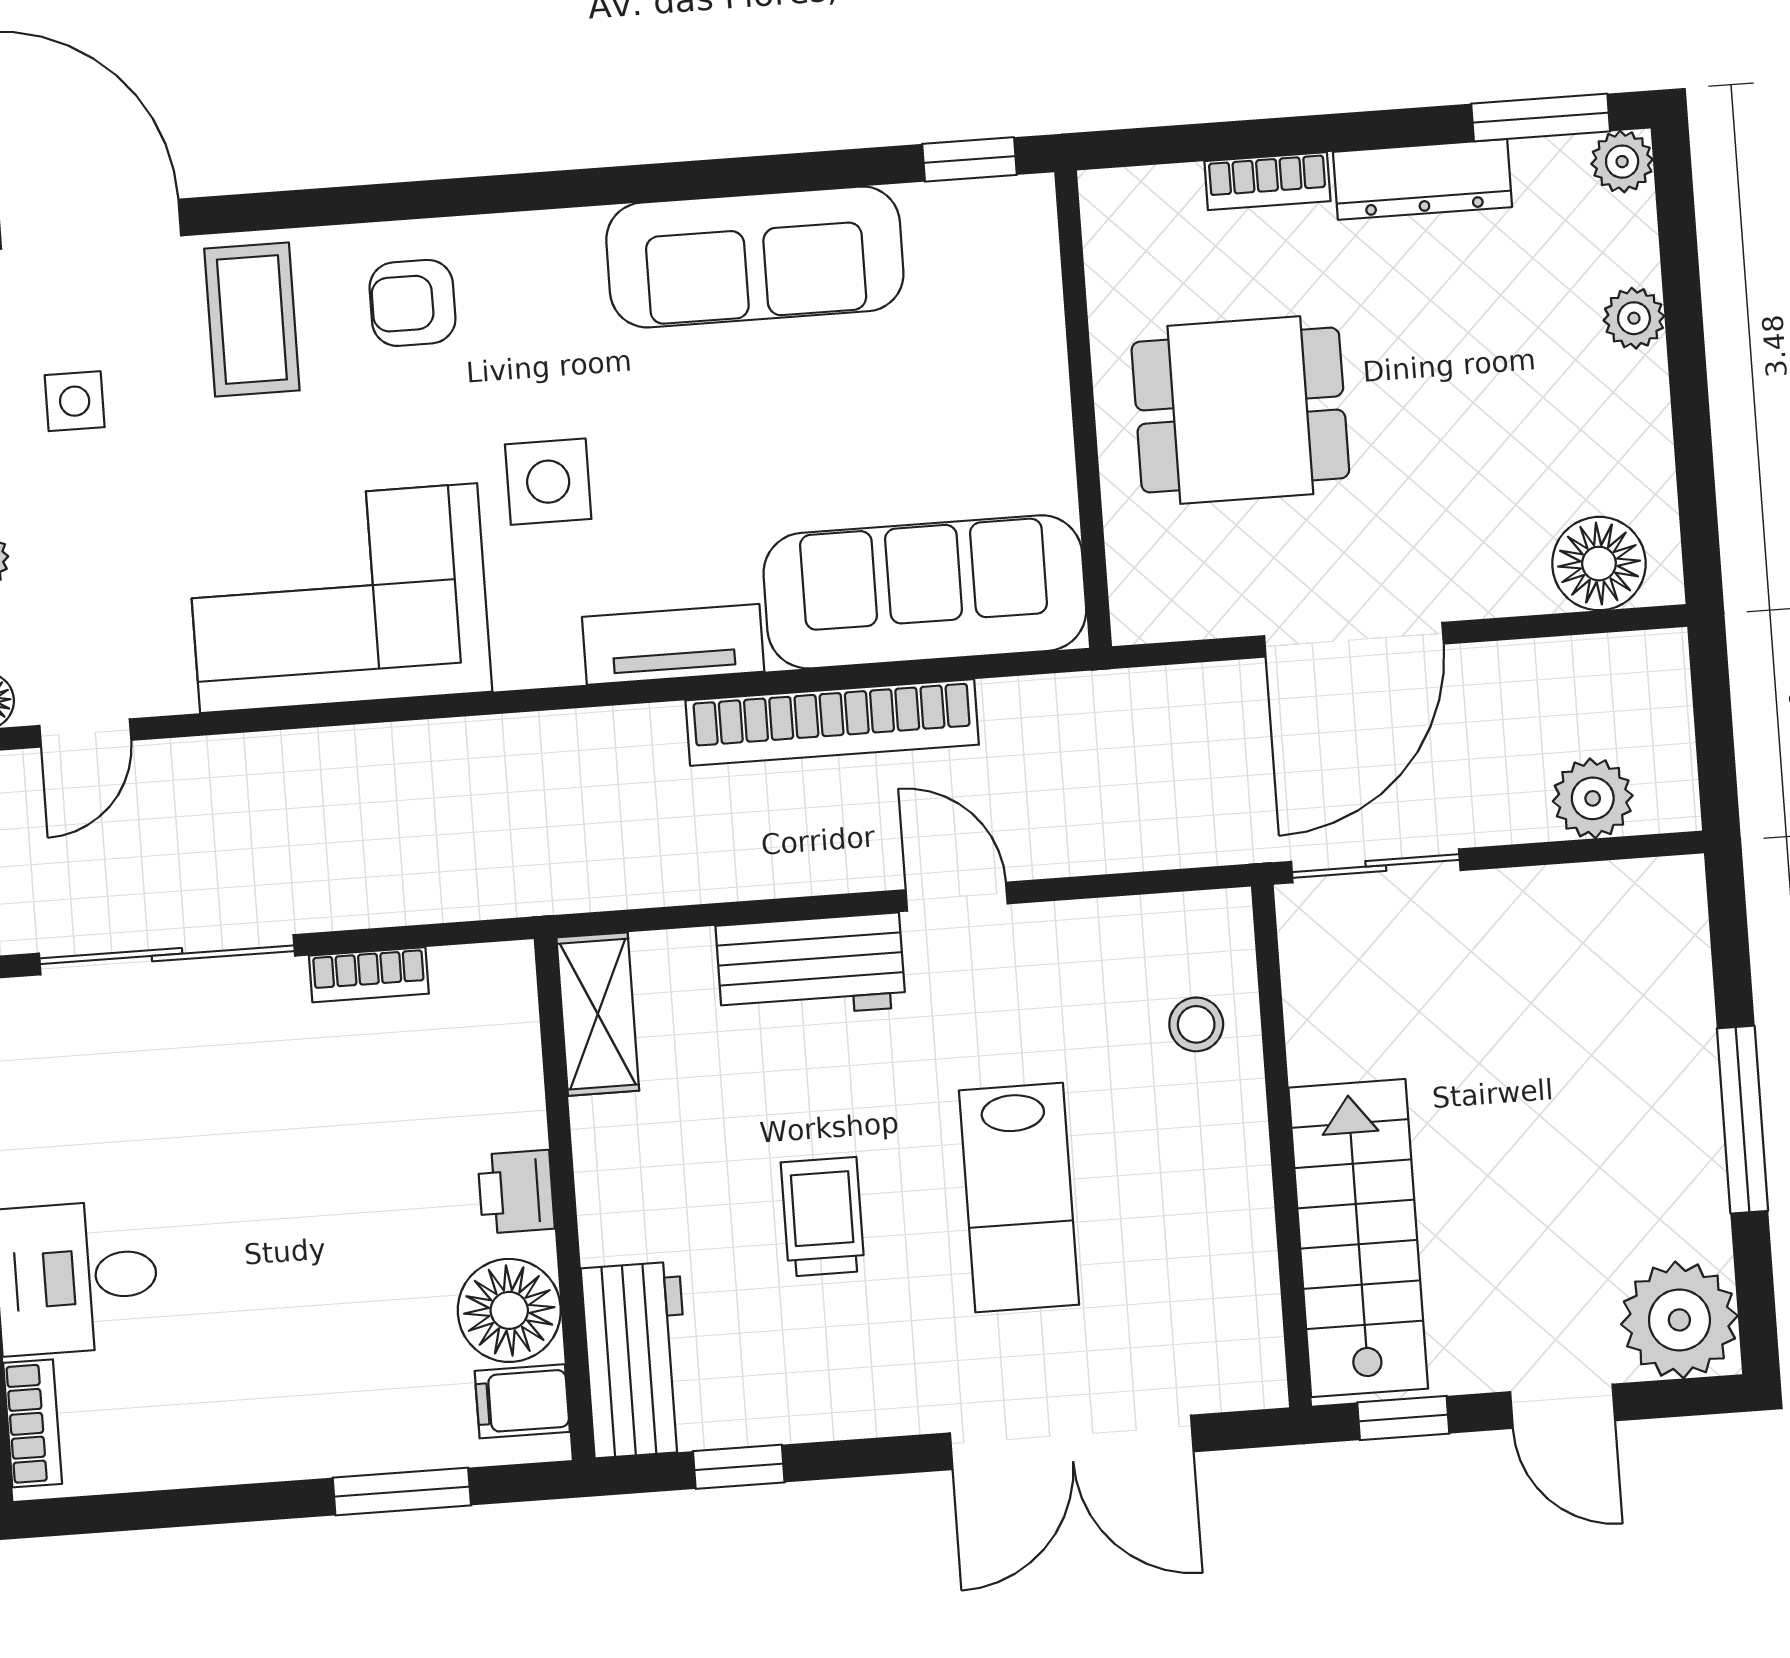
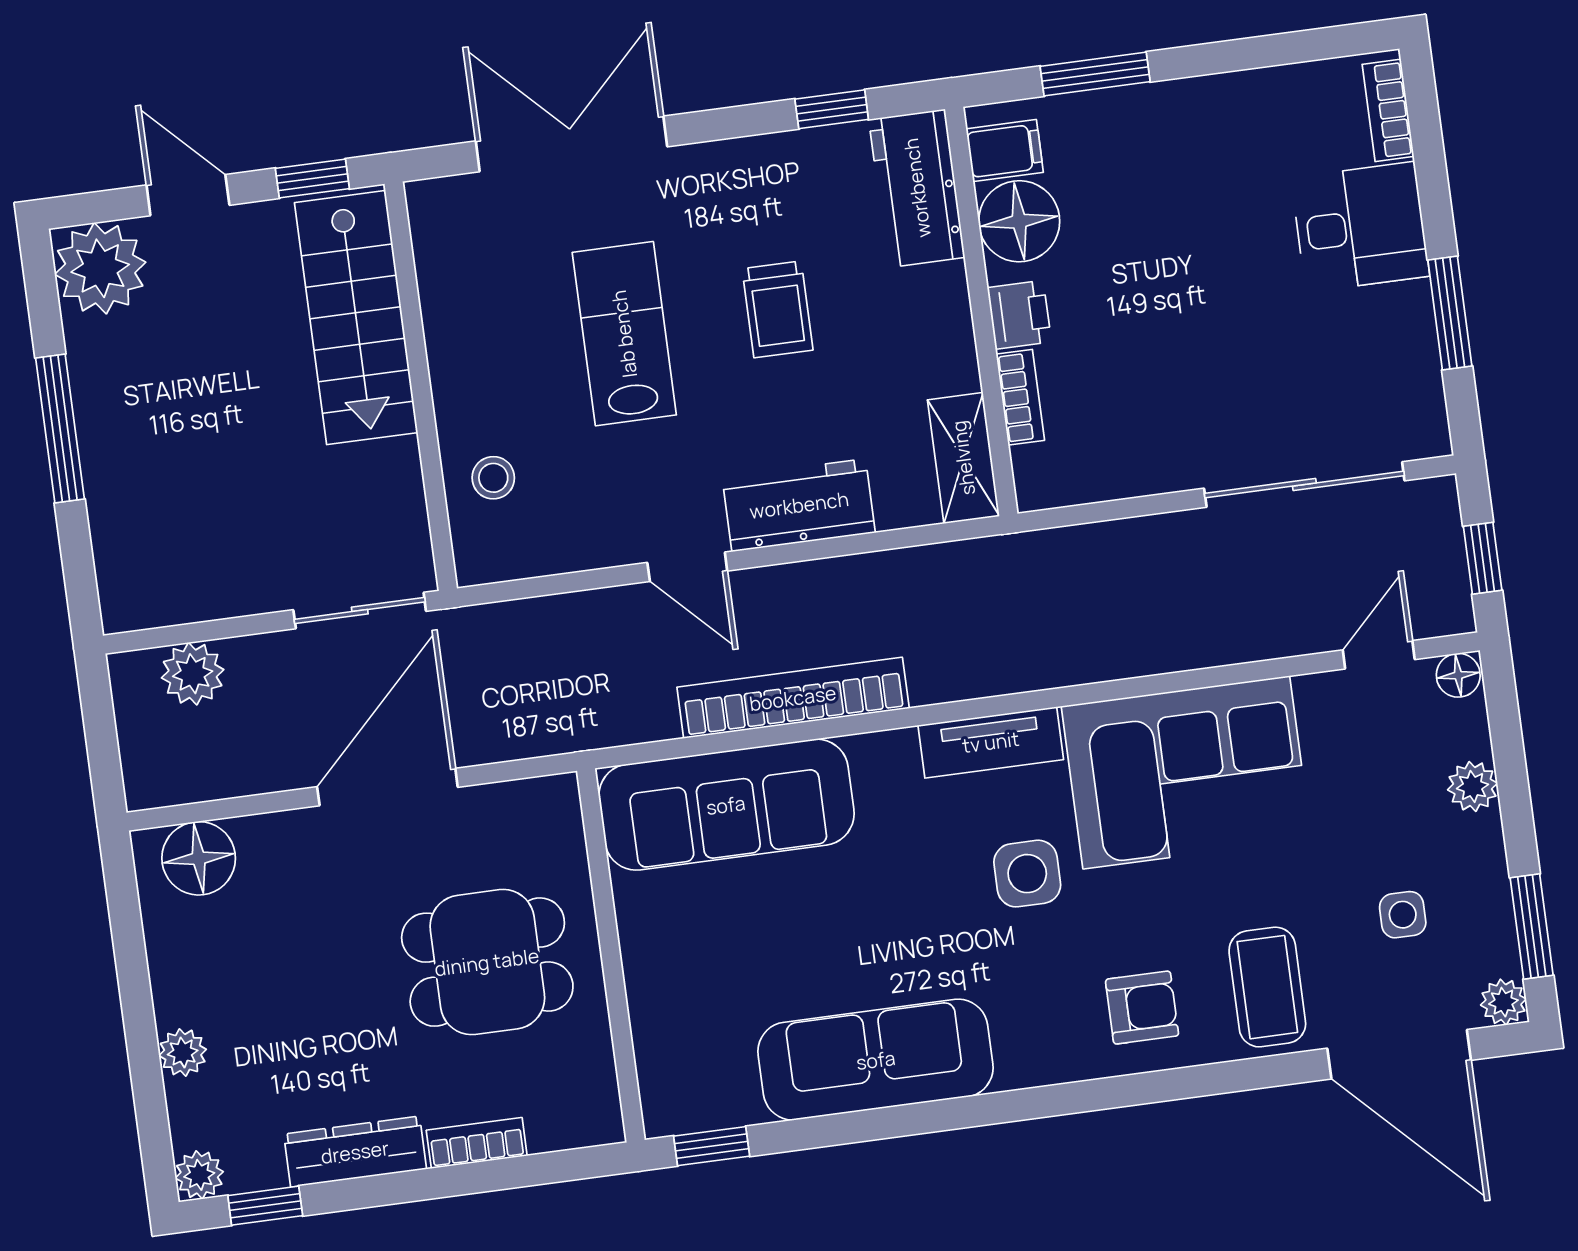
window: (1541, 118) -> (265, 1206), width x0.67
tv unit: (673, 644) -> (991, 742), moved
bookcase: (369, 975) -> (1020, 397), moved, turned 90

